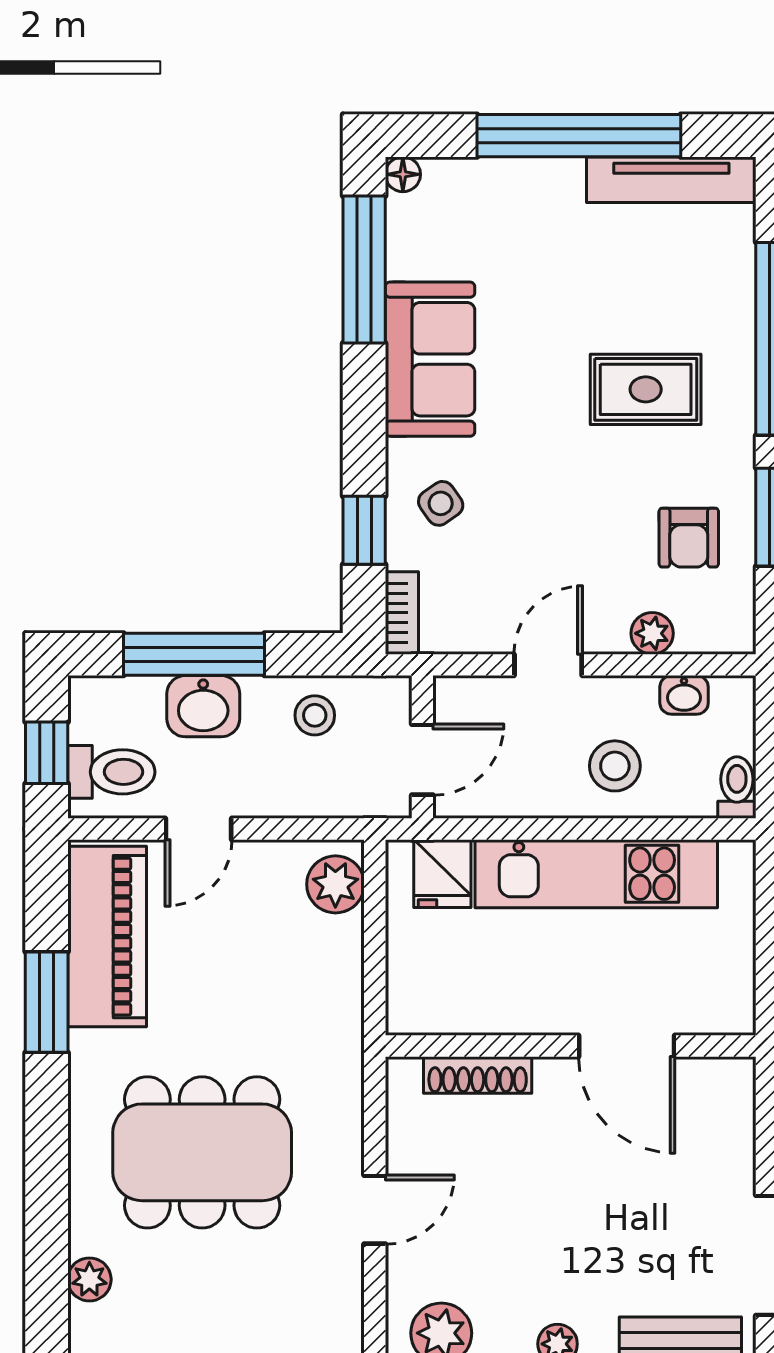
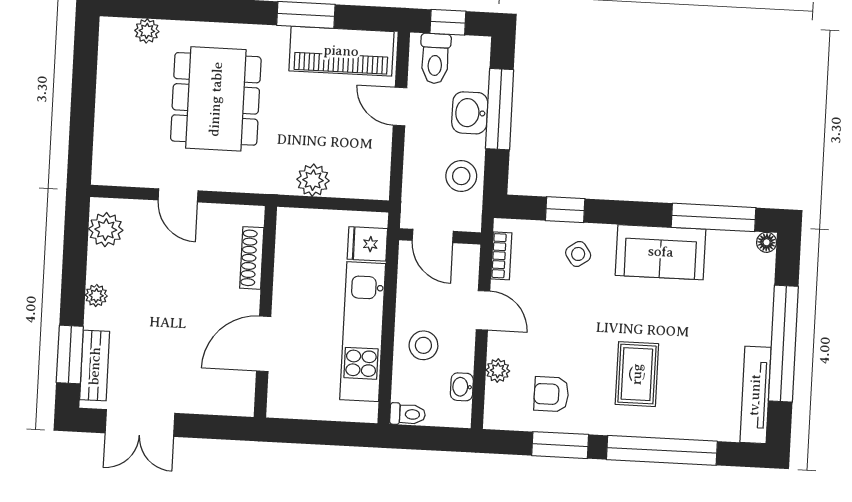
bookcase: (402, 613) -> (501, 256), moved, turned -90
stool: (315, 715) -> (461, 176), width x1.37, depth x1.37
plant: (335, 884) -> (313, 180), moved

